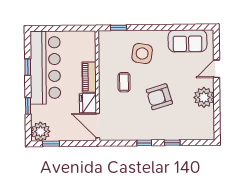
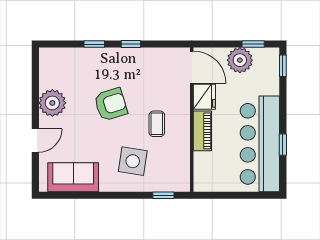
window: (28, 106) -> (283, 66), moved
plant: (41, 132) -> (240, 60), moved

